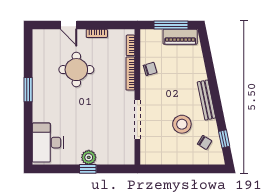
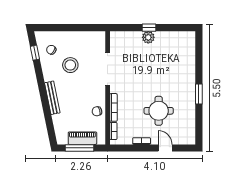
piano: (180, 37) -> (82, 138), moved
bench: (206, 100) -> (52, 98), moved
desk: (48, 143) -> (183, 50), removed

